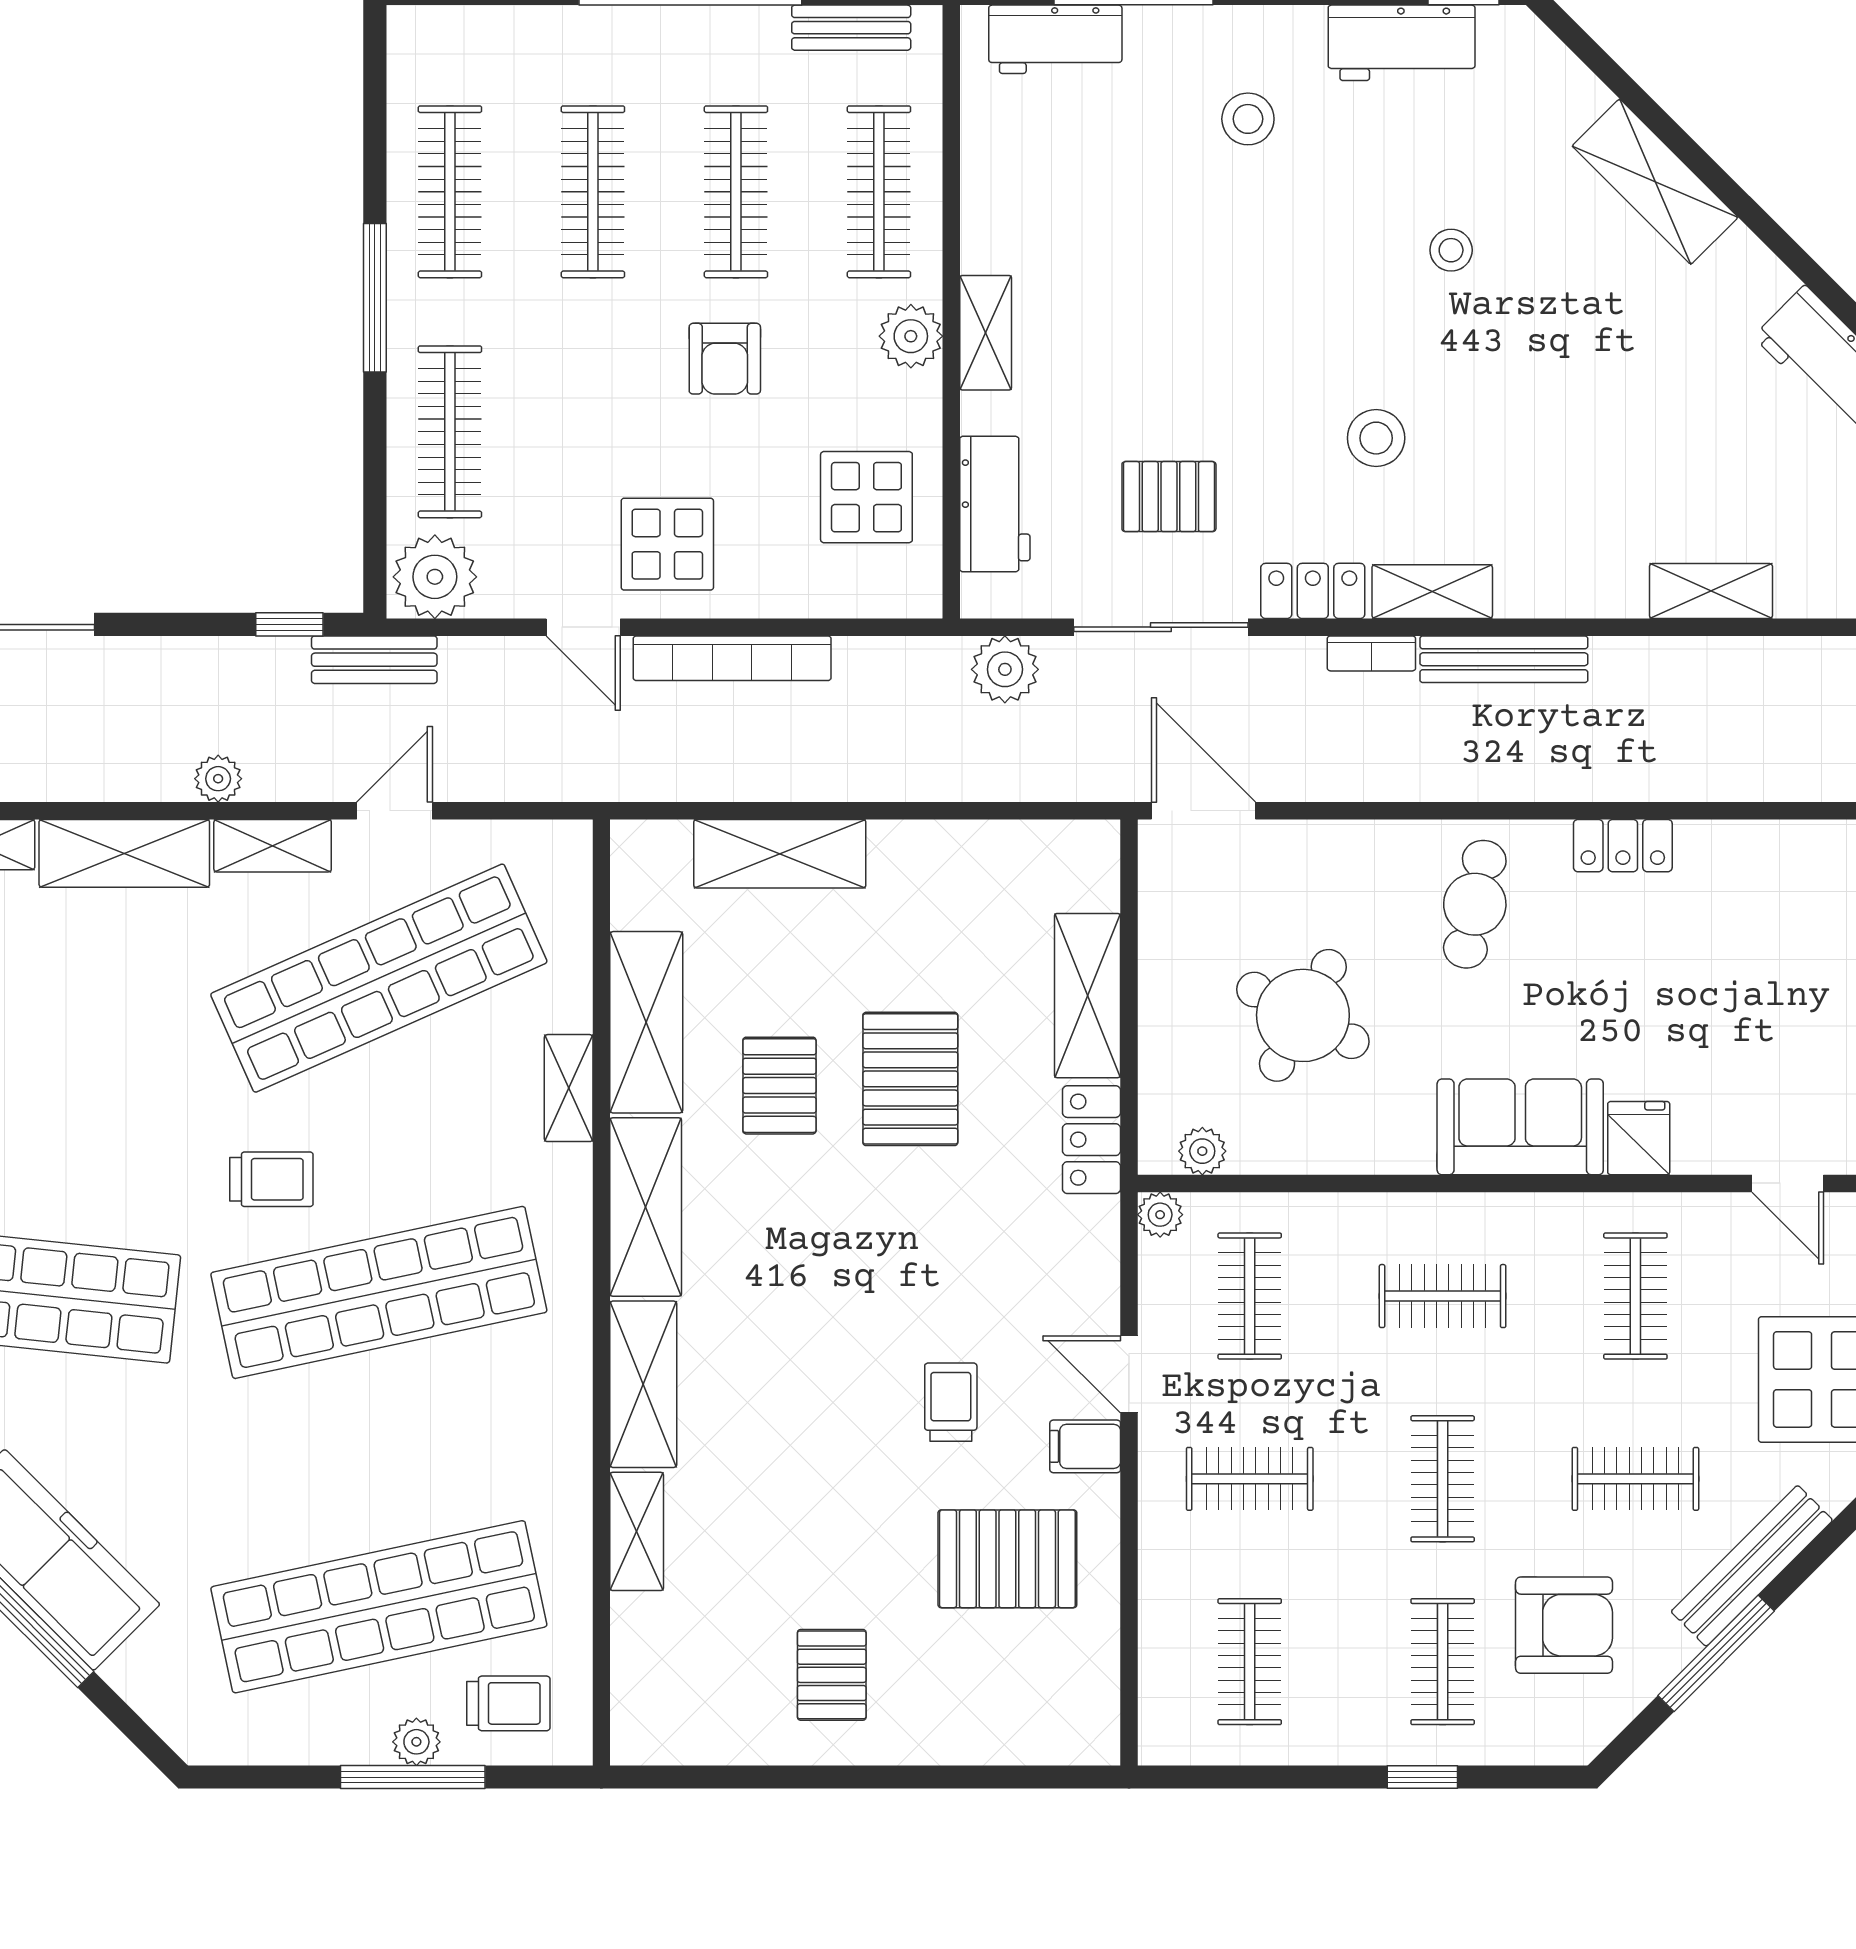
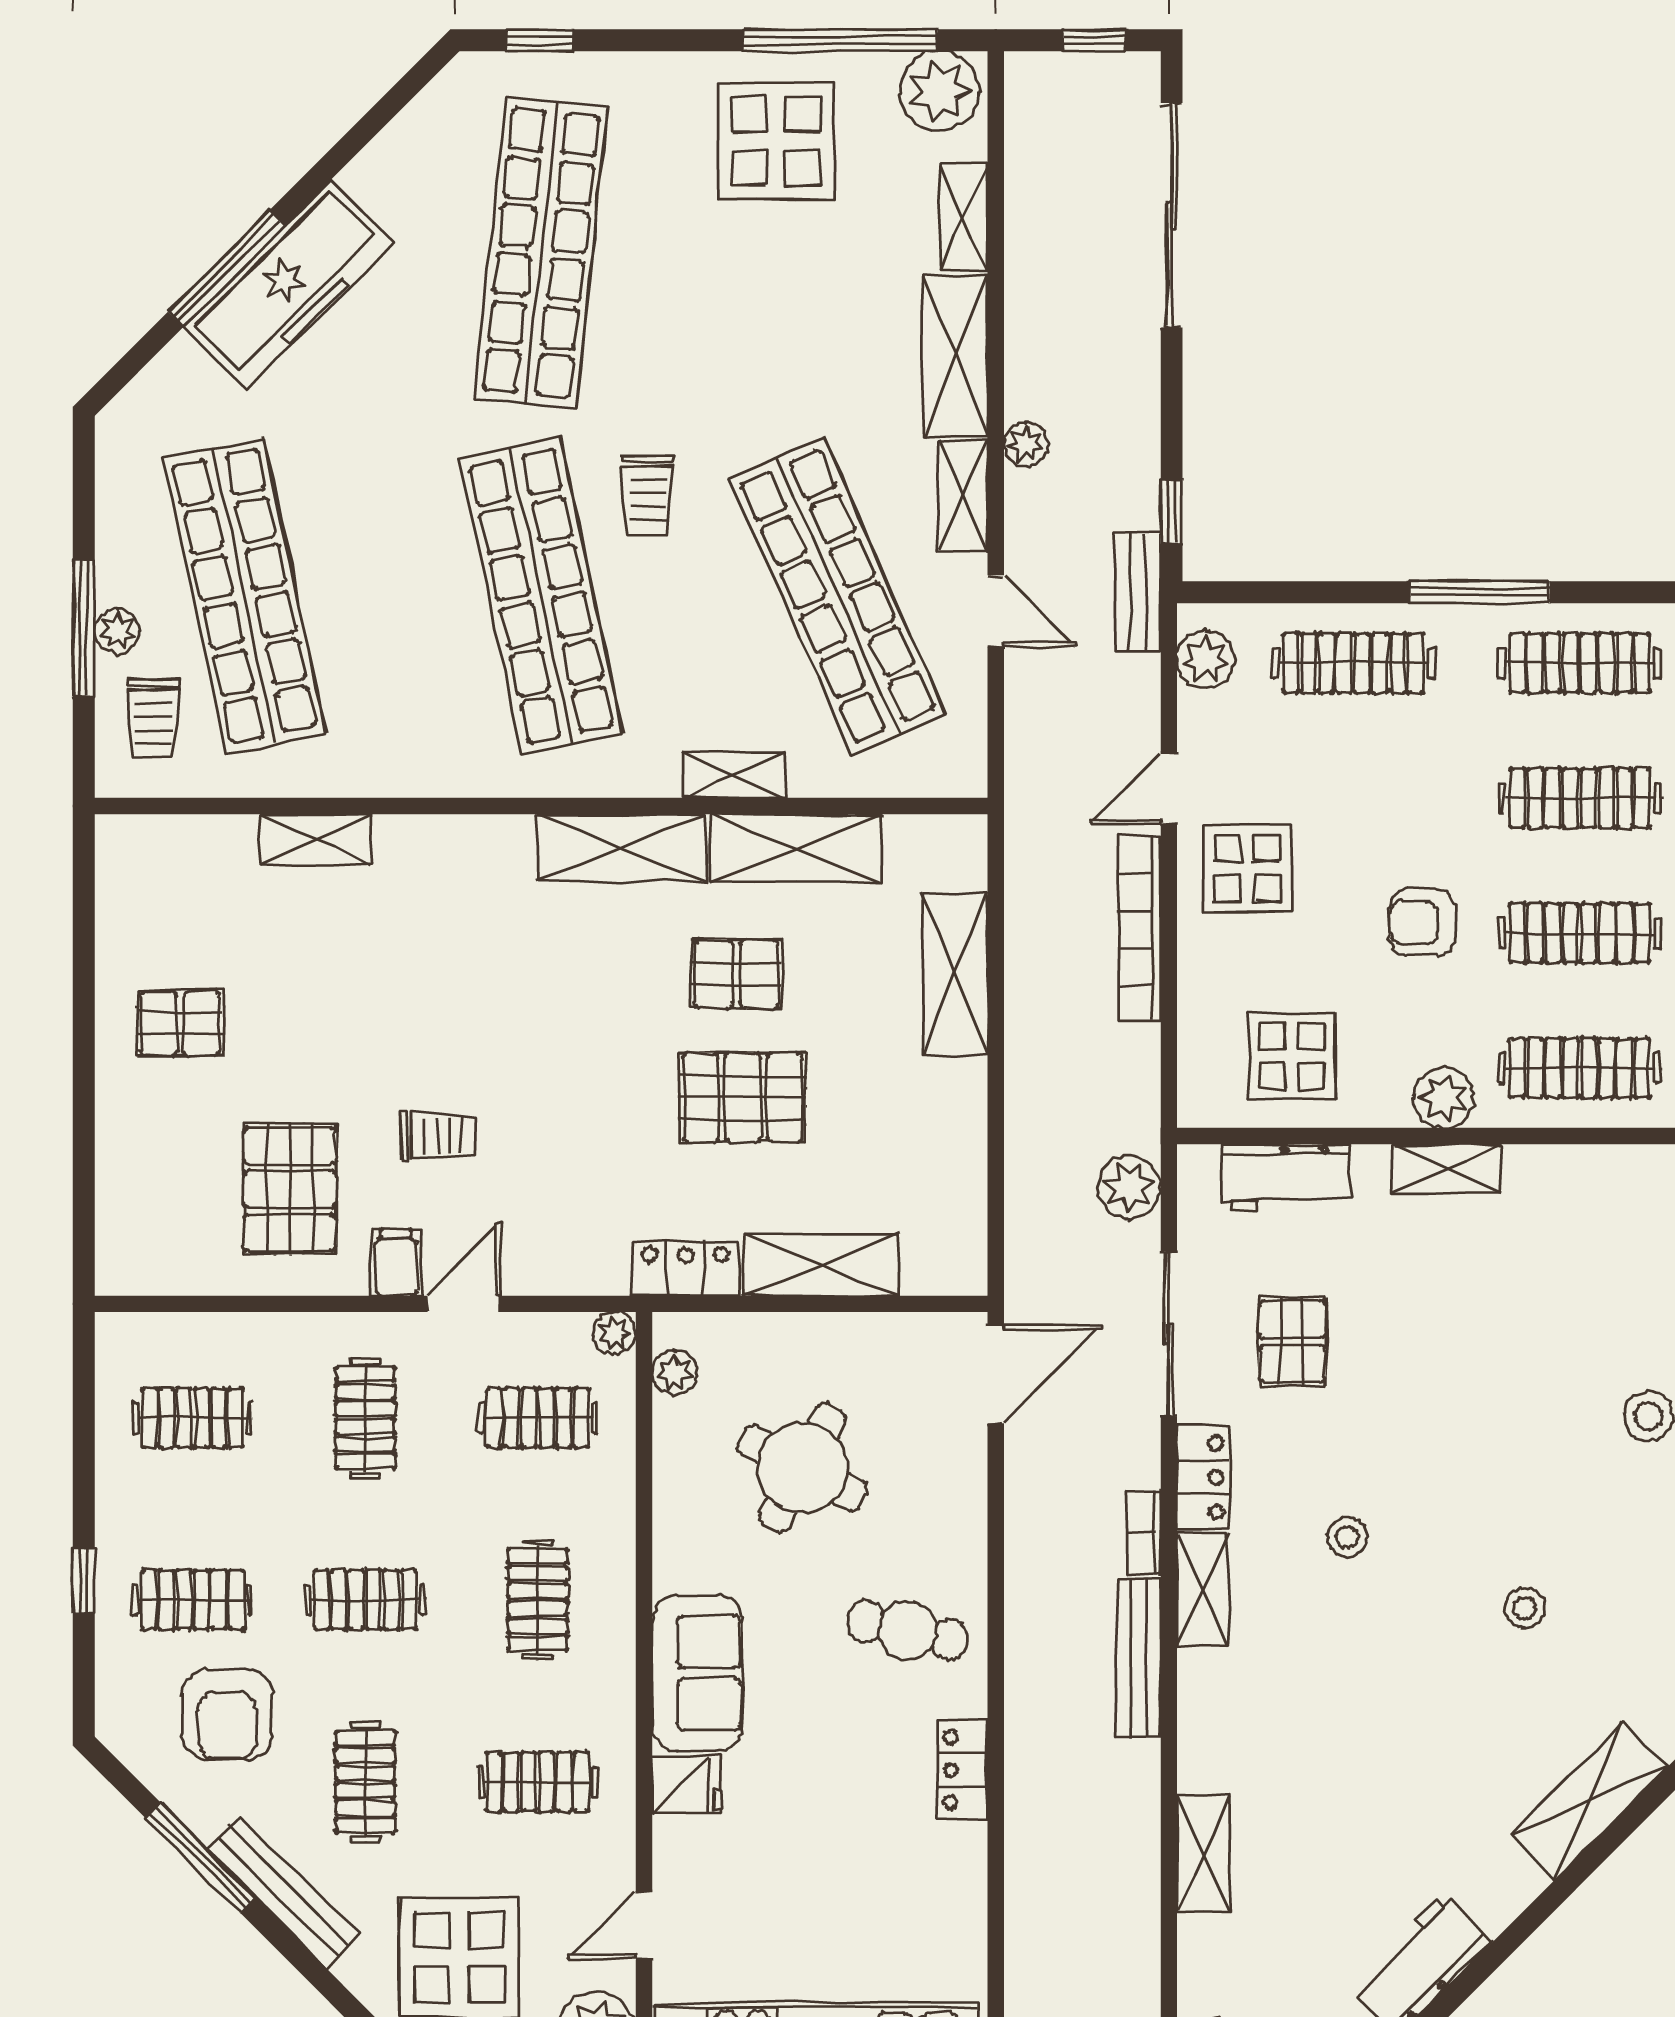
stool: (1376, 438) -> (1347, 1537), width x0.73, depth x0.73
plant: (435, 577) -> (1206, 659), width x0.73, depth x0.73
shelving: (643, 1384) -> (454, 846), removed

